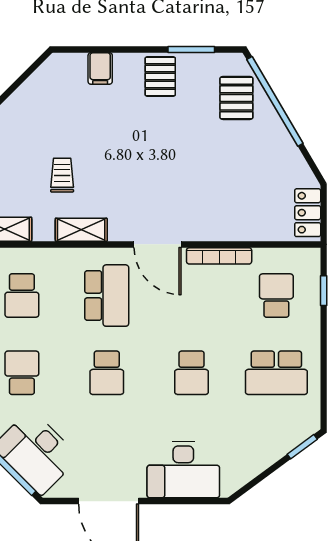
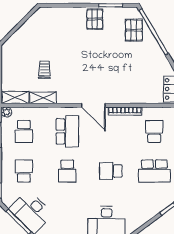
filing cabinet: (100, 68) -> (64, 15), removed
shelving: (81, 230) -> (43, 98), moved
school desk: (192, 373) -> (111, 171), turned 90

